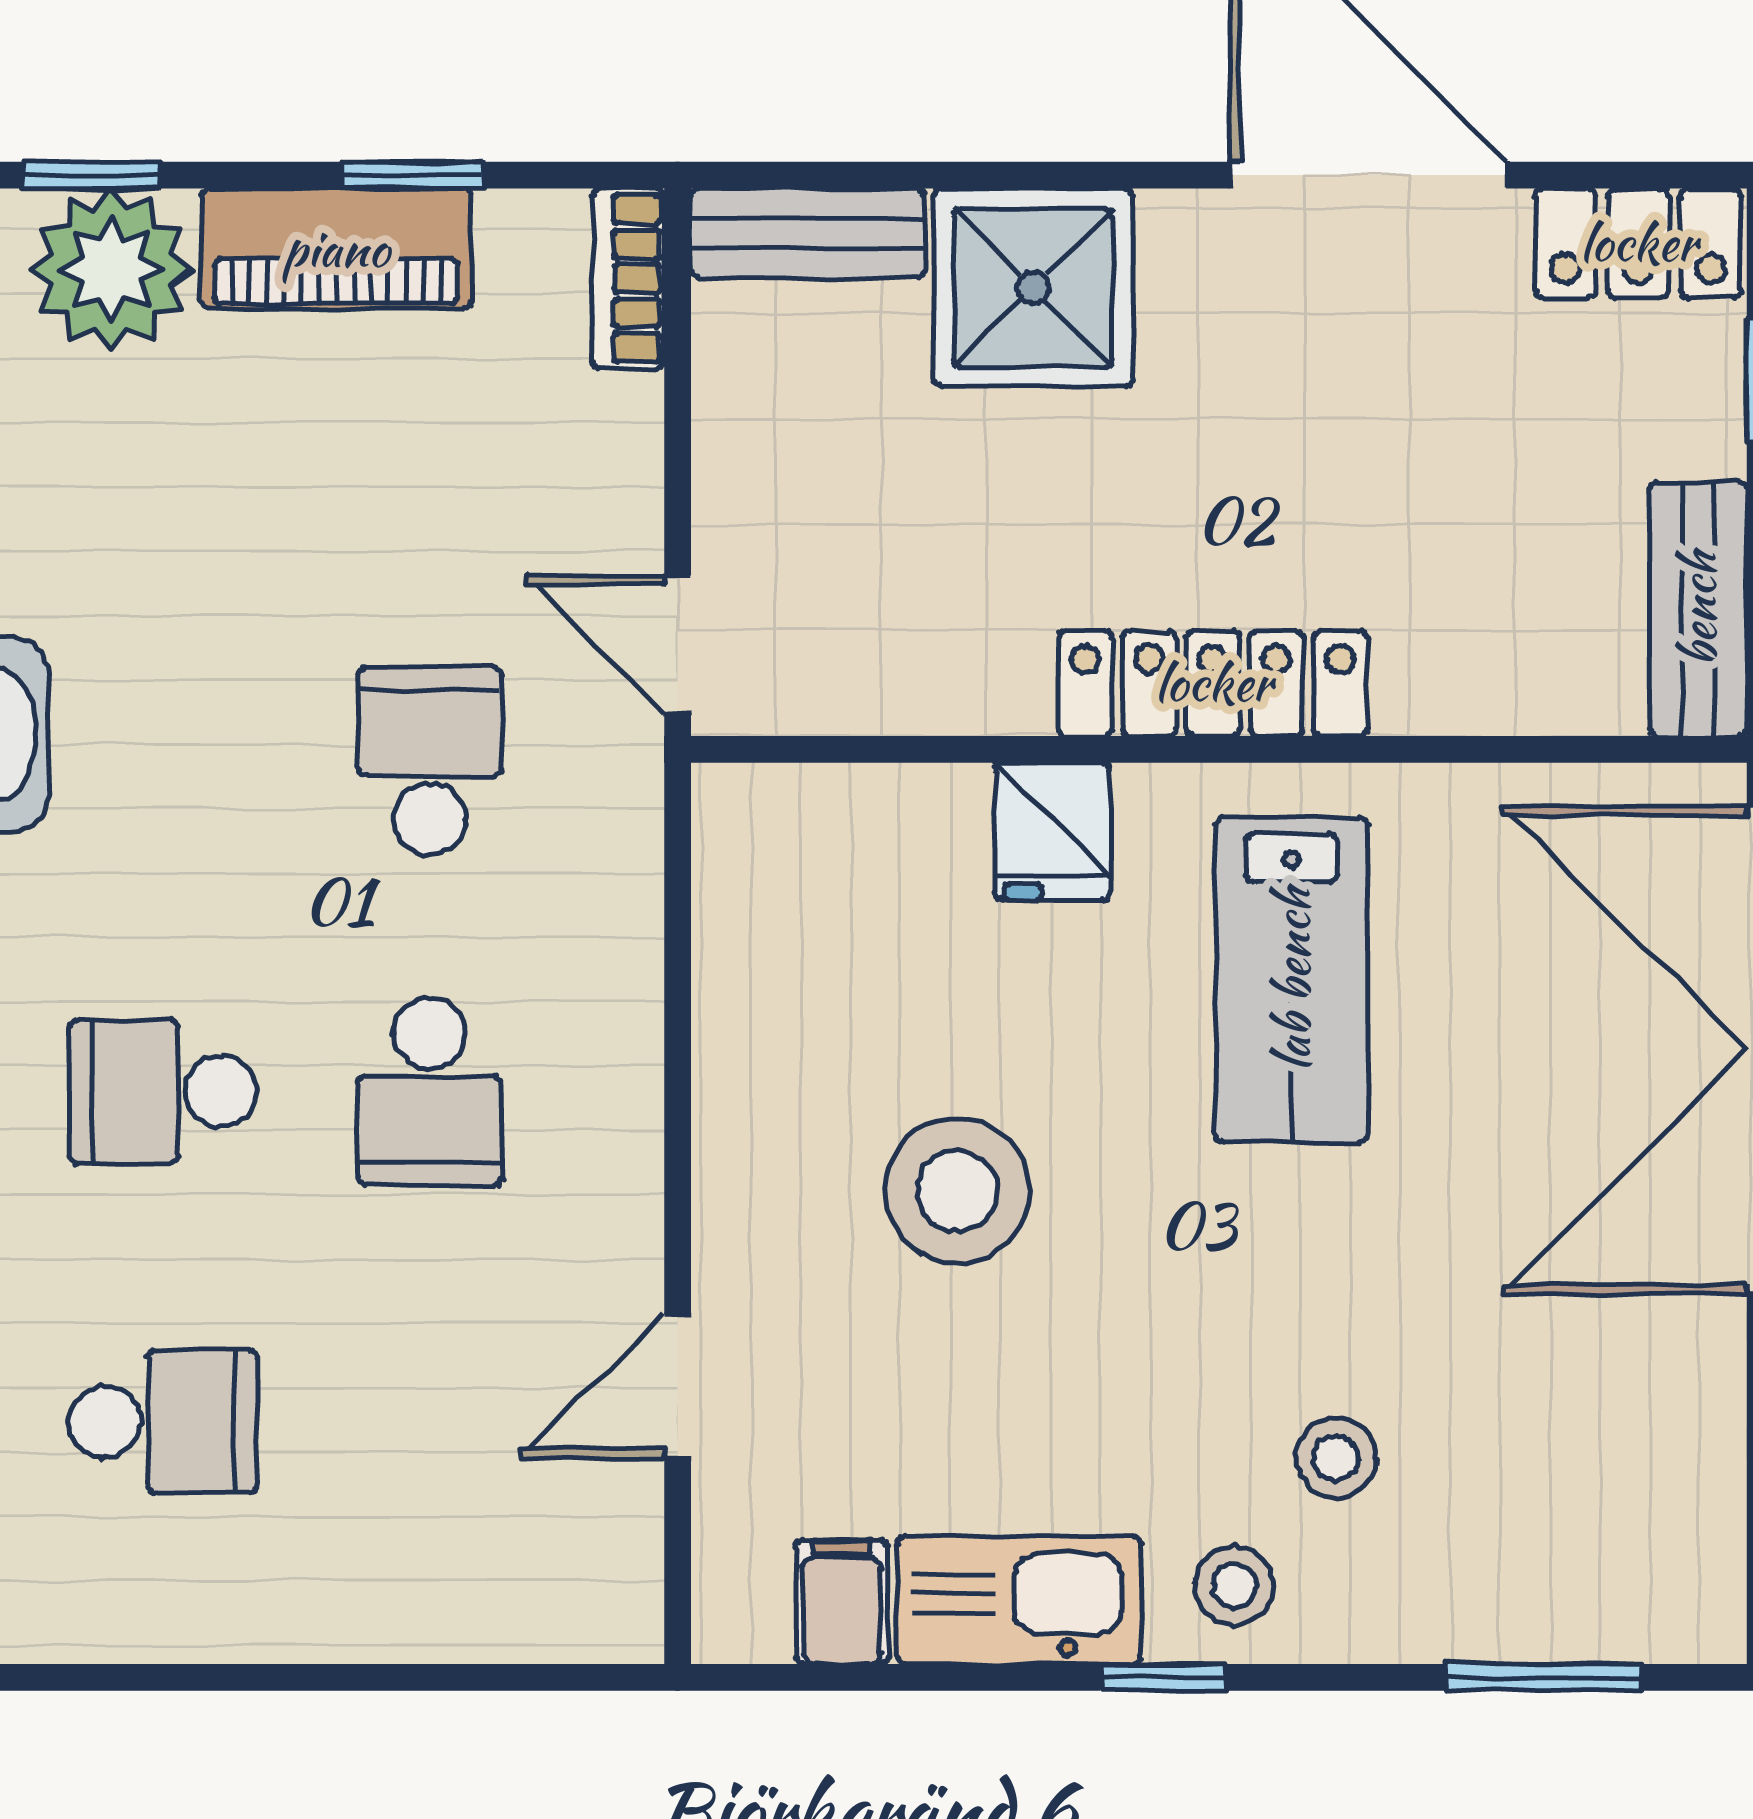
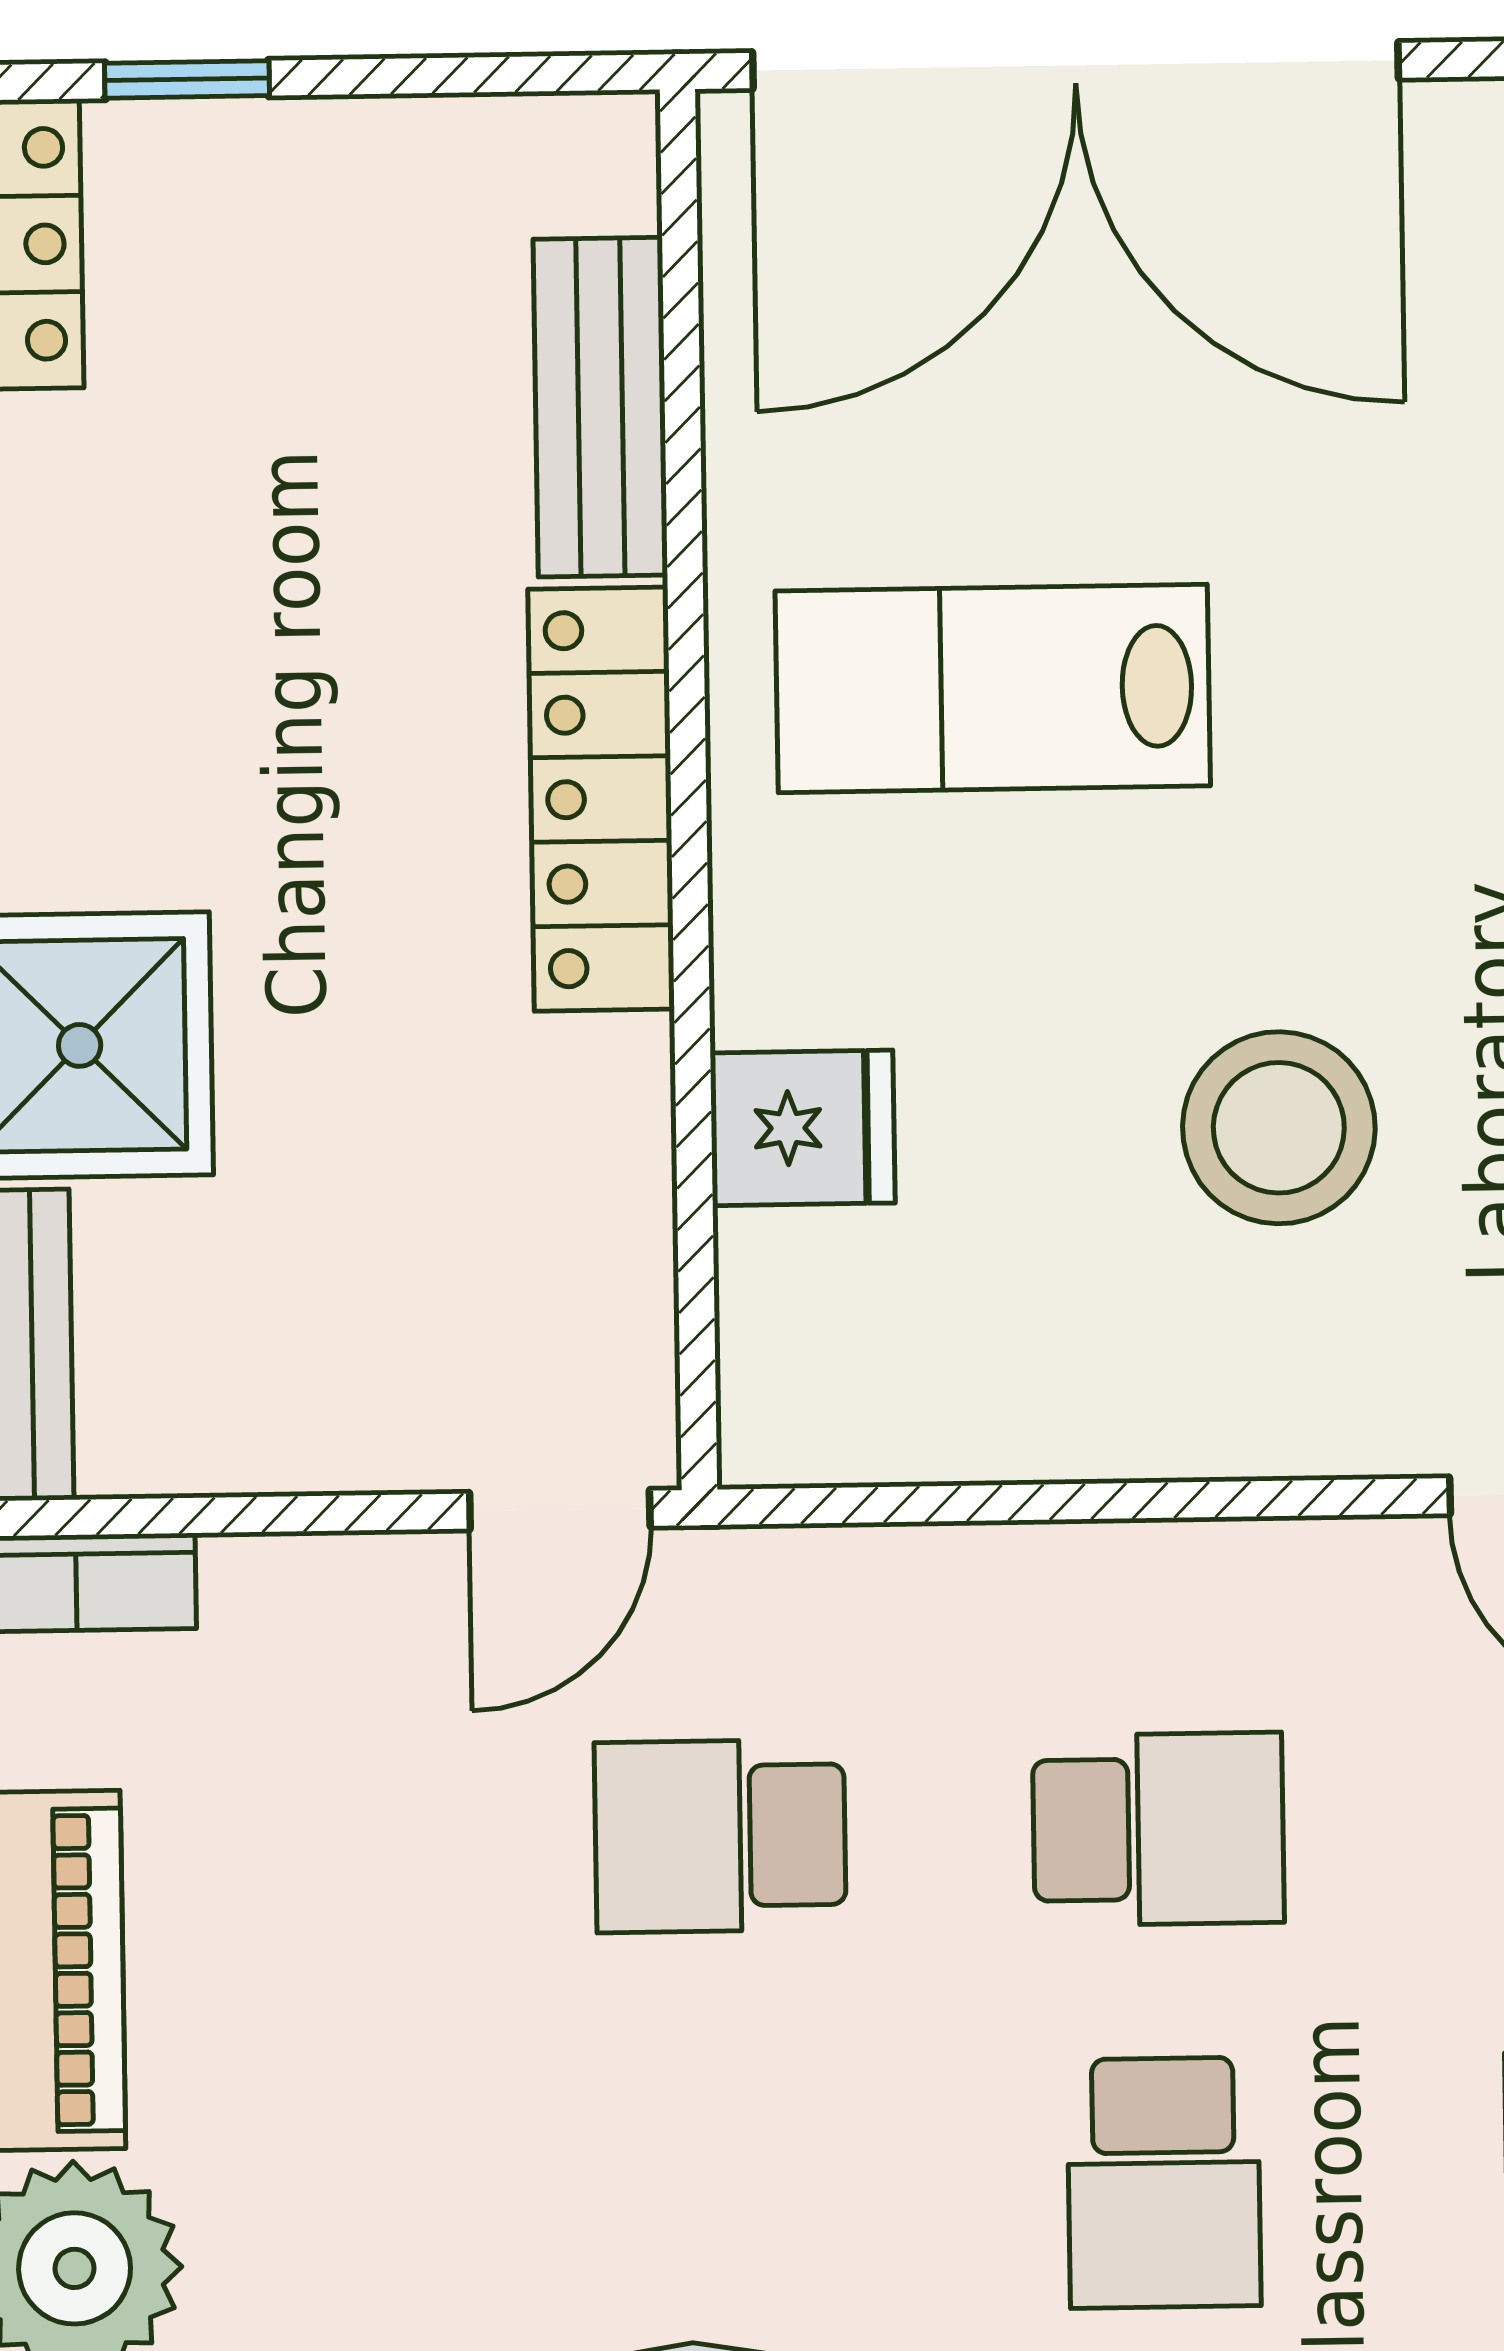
bench: (1698, 609) -> (600, 407), moved, turned 90
fridge: (1053, 832) -> (803, 1128), moved
lab bench: (1292, 980) -> (993, 688), turned 180

